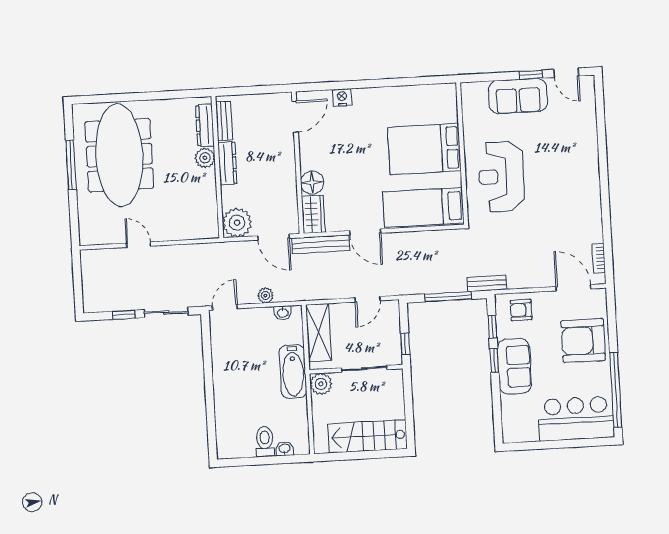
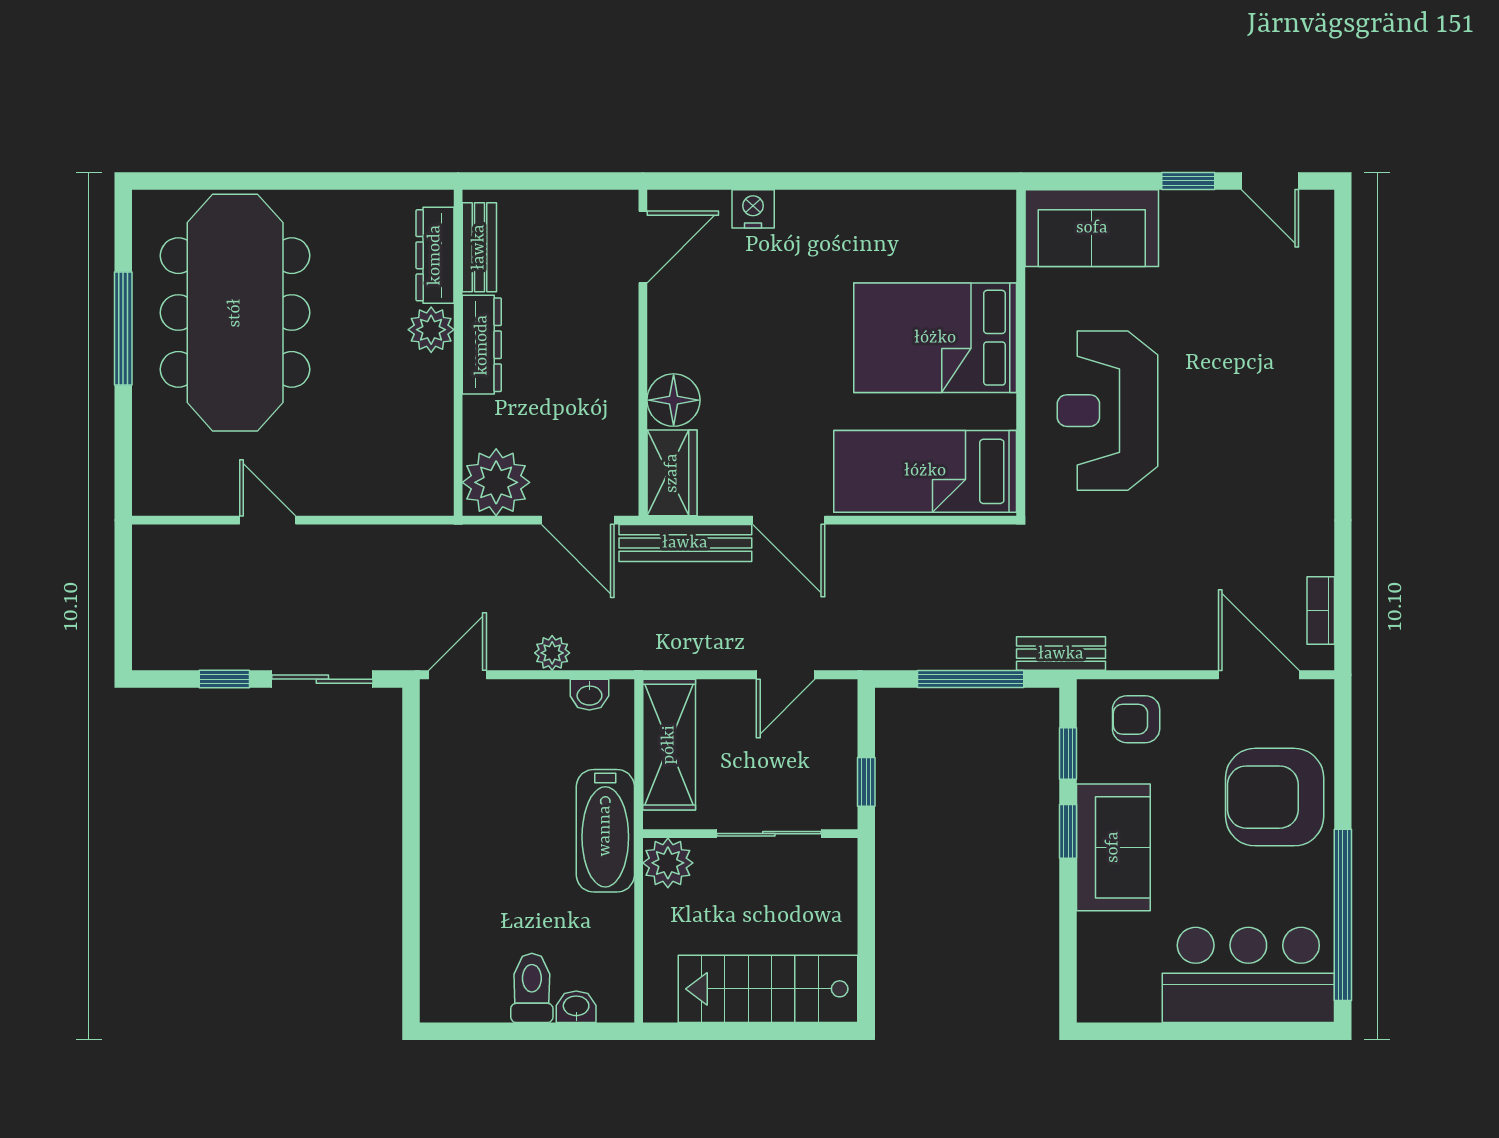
sofa: (518, 96) -> (1092, 228), moved

